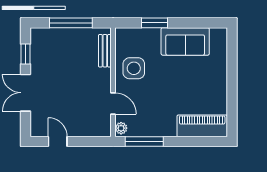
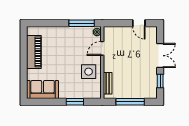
sofa: (185, 41) -> (43, 89), moved
door: (113, 103) -> (102, 48), hinge flipped
piano: (202, 126) -> (34, 52), moved, turned -90

